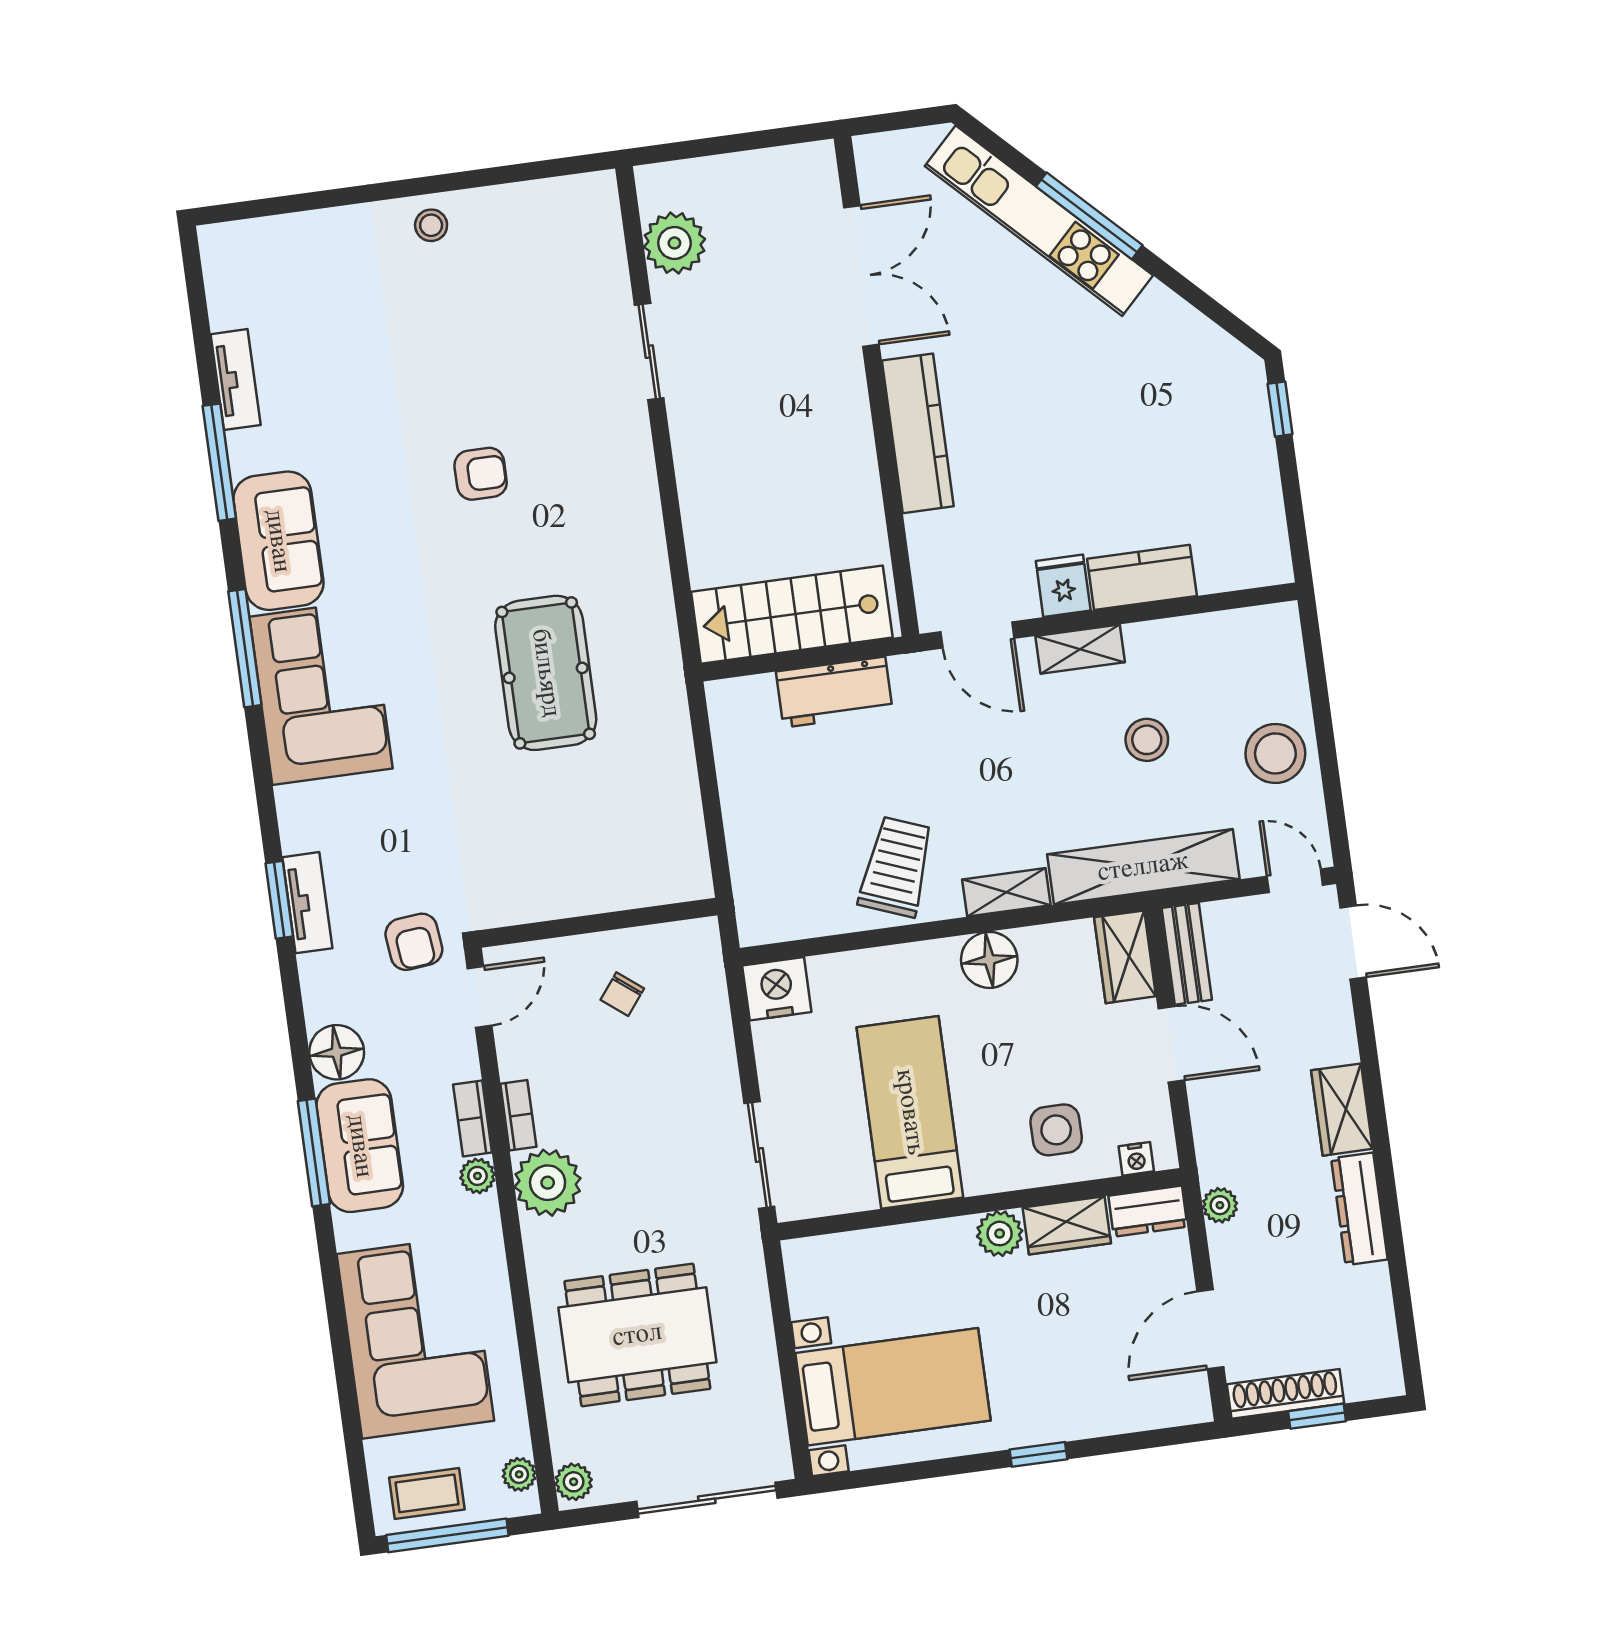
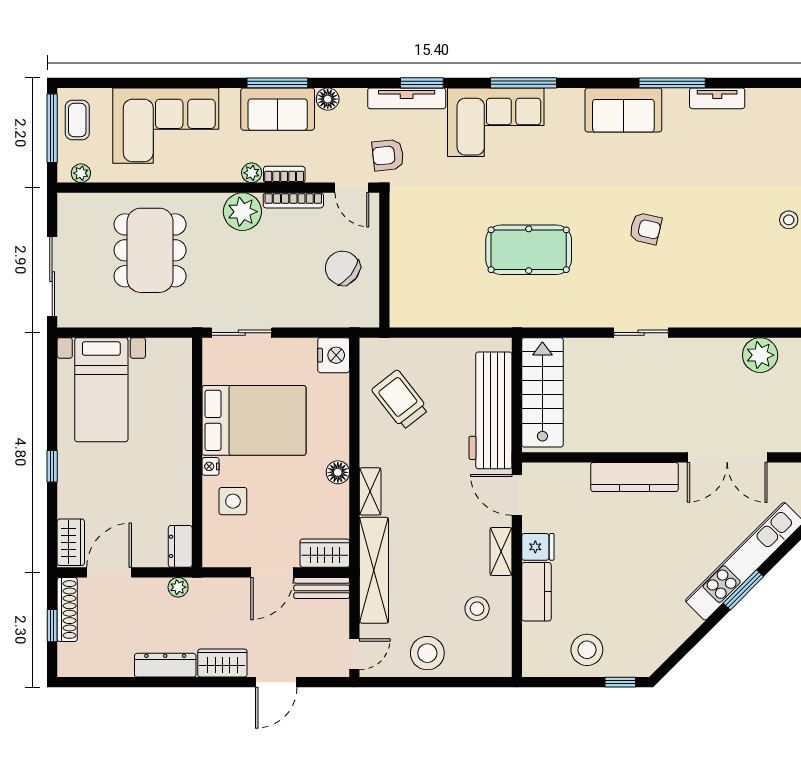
window: (1089, 216) -> (743, 590), width x0.69
sliding door: (649, 352) -> (641, 333), moved
armchair: (481, 474) -> (645, 229), turned -77
stool: (1231, 475) -> (587, 650), added
door: (977, 635) -> (517, 495), hinge flipped
window: (245, 648) -> (524, 83), moved
workbench: (834, 692) -> (490, 410), width x1.88, depth x1.32
corner sofa: (321, 693) -> (496, 122), moved
stool: (1147, 740) -> (477, 609), moved
trolley: (896, 867) -> (400, 400), moved, turned -149
tv unit: (307, 903) -> (407, 98), width x1.41
door: (1353, 942) -> (276, 682), moved
floor lamp: (989, 960) -> (338, 472), width x0.73, depth x0.73
chair: (622, 994) -> (343, 268), width x1.87, depth x1.87
floor lamp: (337, 1052) -> (328, 99), width x0.73, depth x0.73
bed: (910, 1112) -> (254, 420), width x1.50
bookcase: (518, 1115) -> (293, 200), width x1.56
nightstand: (1136, 1159) -> (211, 466), moved
wardrobe: (1067, 1225) -> (71, 542), moved, turned 180
plant: (1000, 1234) -> (179, 461), removed
door: (1210, 1329) -> (109, 572), hinge flipped
plant: (574, 1482) -> (73, 203), removed

